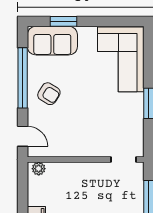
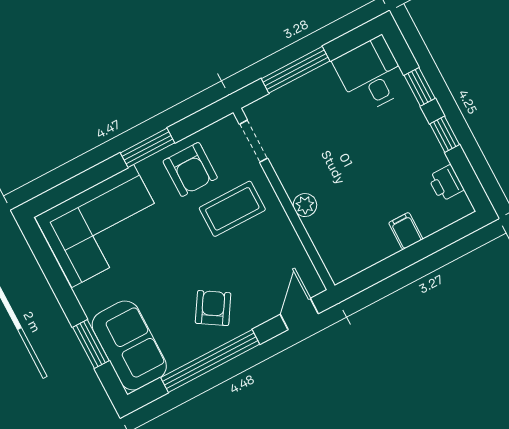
armchair: (126, 119) -> (190, 169), added
coffee table: (95, 130) -> (232, 209), added
plant: (39, 169) -> (305, 205), moved

